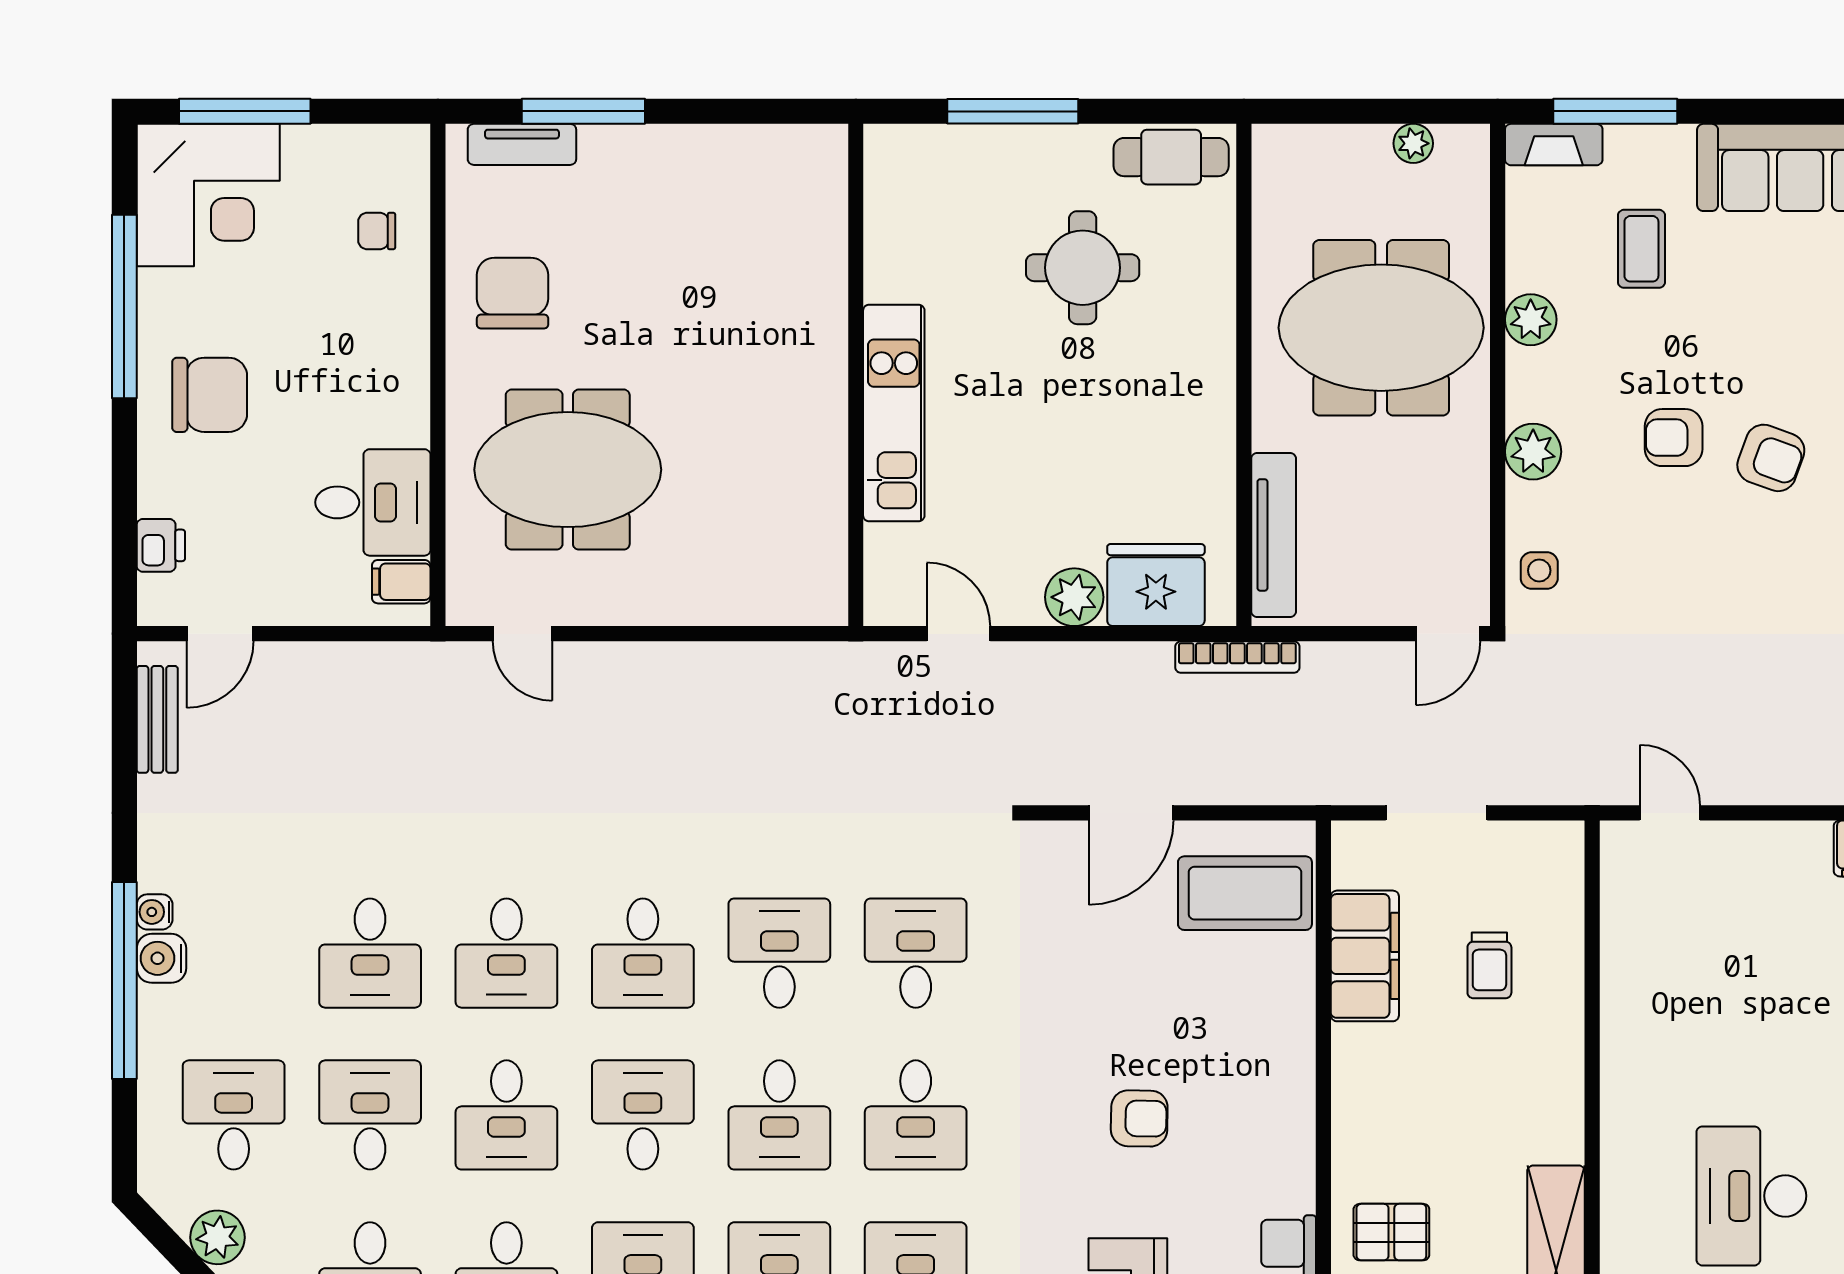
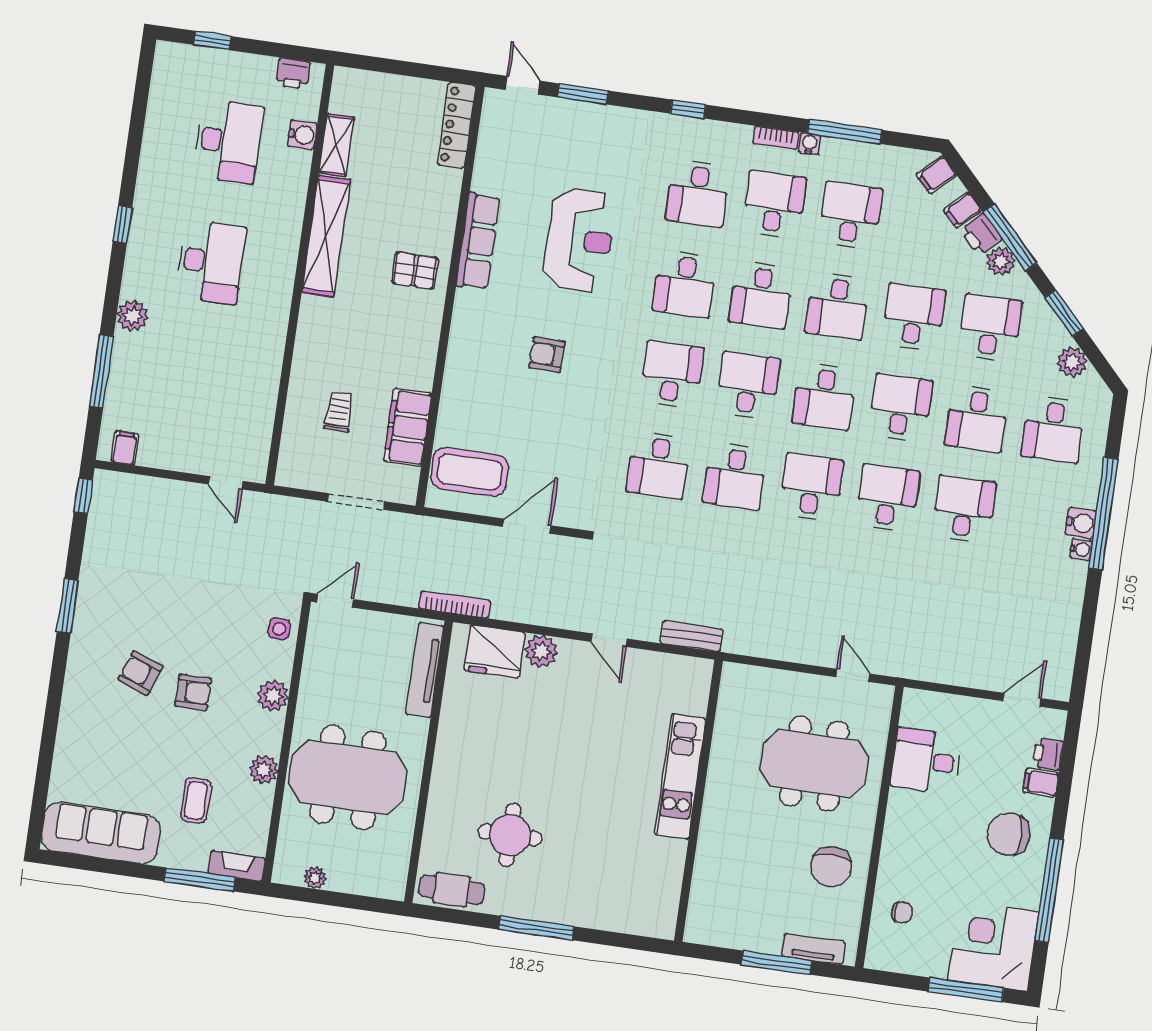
wall: (856, 375) -> (698, 801), moved
kitchen unit: (894, 413) -> (680, 776), moved
filing cabinet: (401, 582) -> (1041, 783), moved, turned 180
bench: (157, 719) -> (692, 636), moved, turned 90

